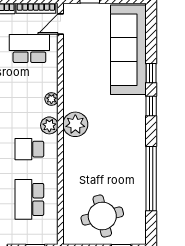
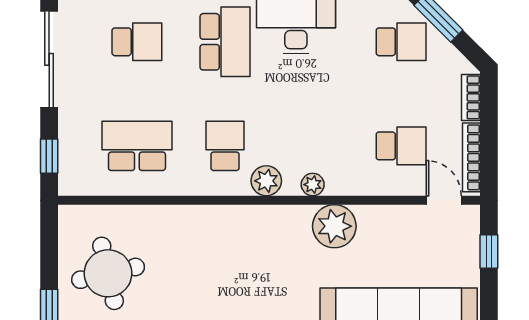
school desk: (29, 48) -> (401, 146), width x0.54
plant: (75, 124) -> (334, 226), moved

